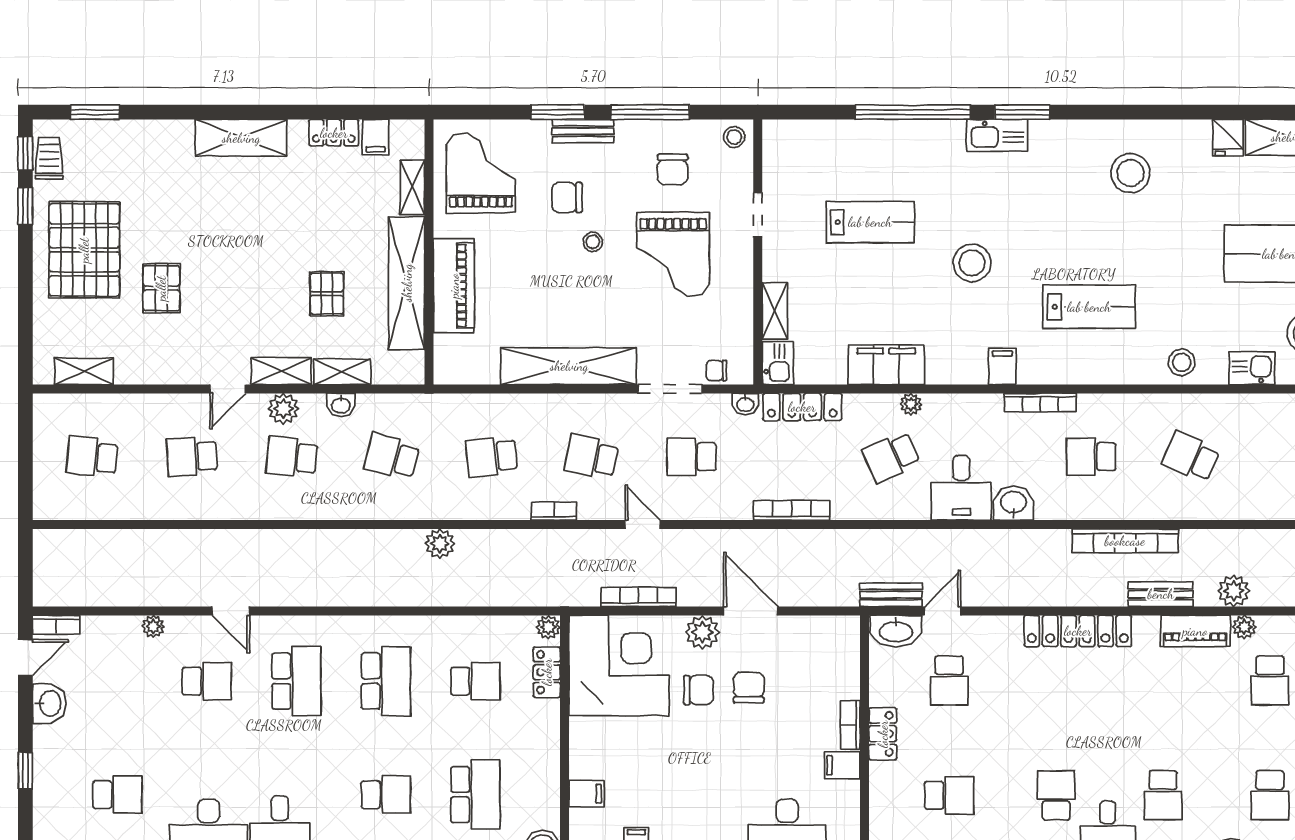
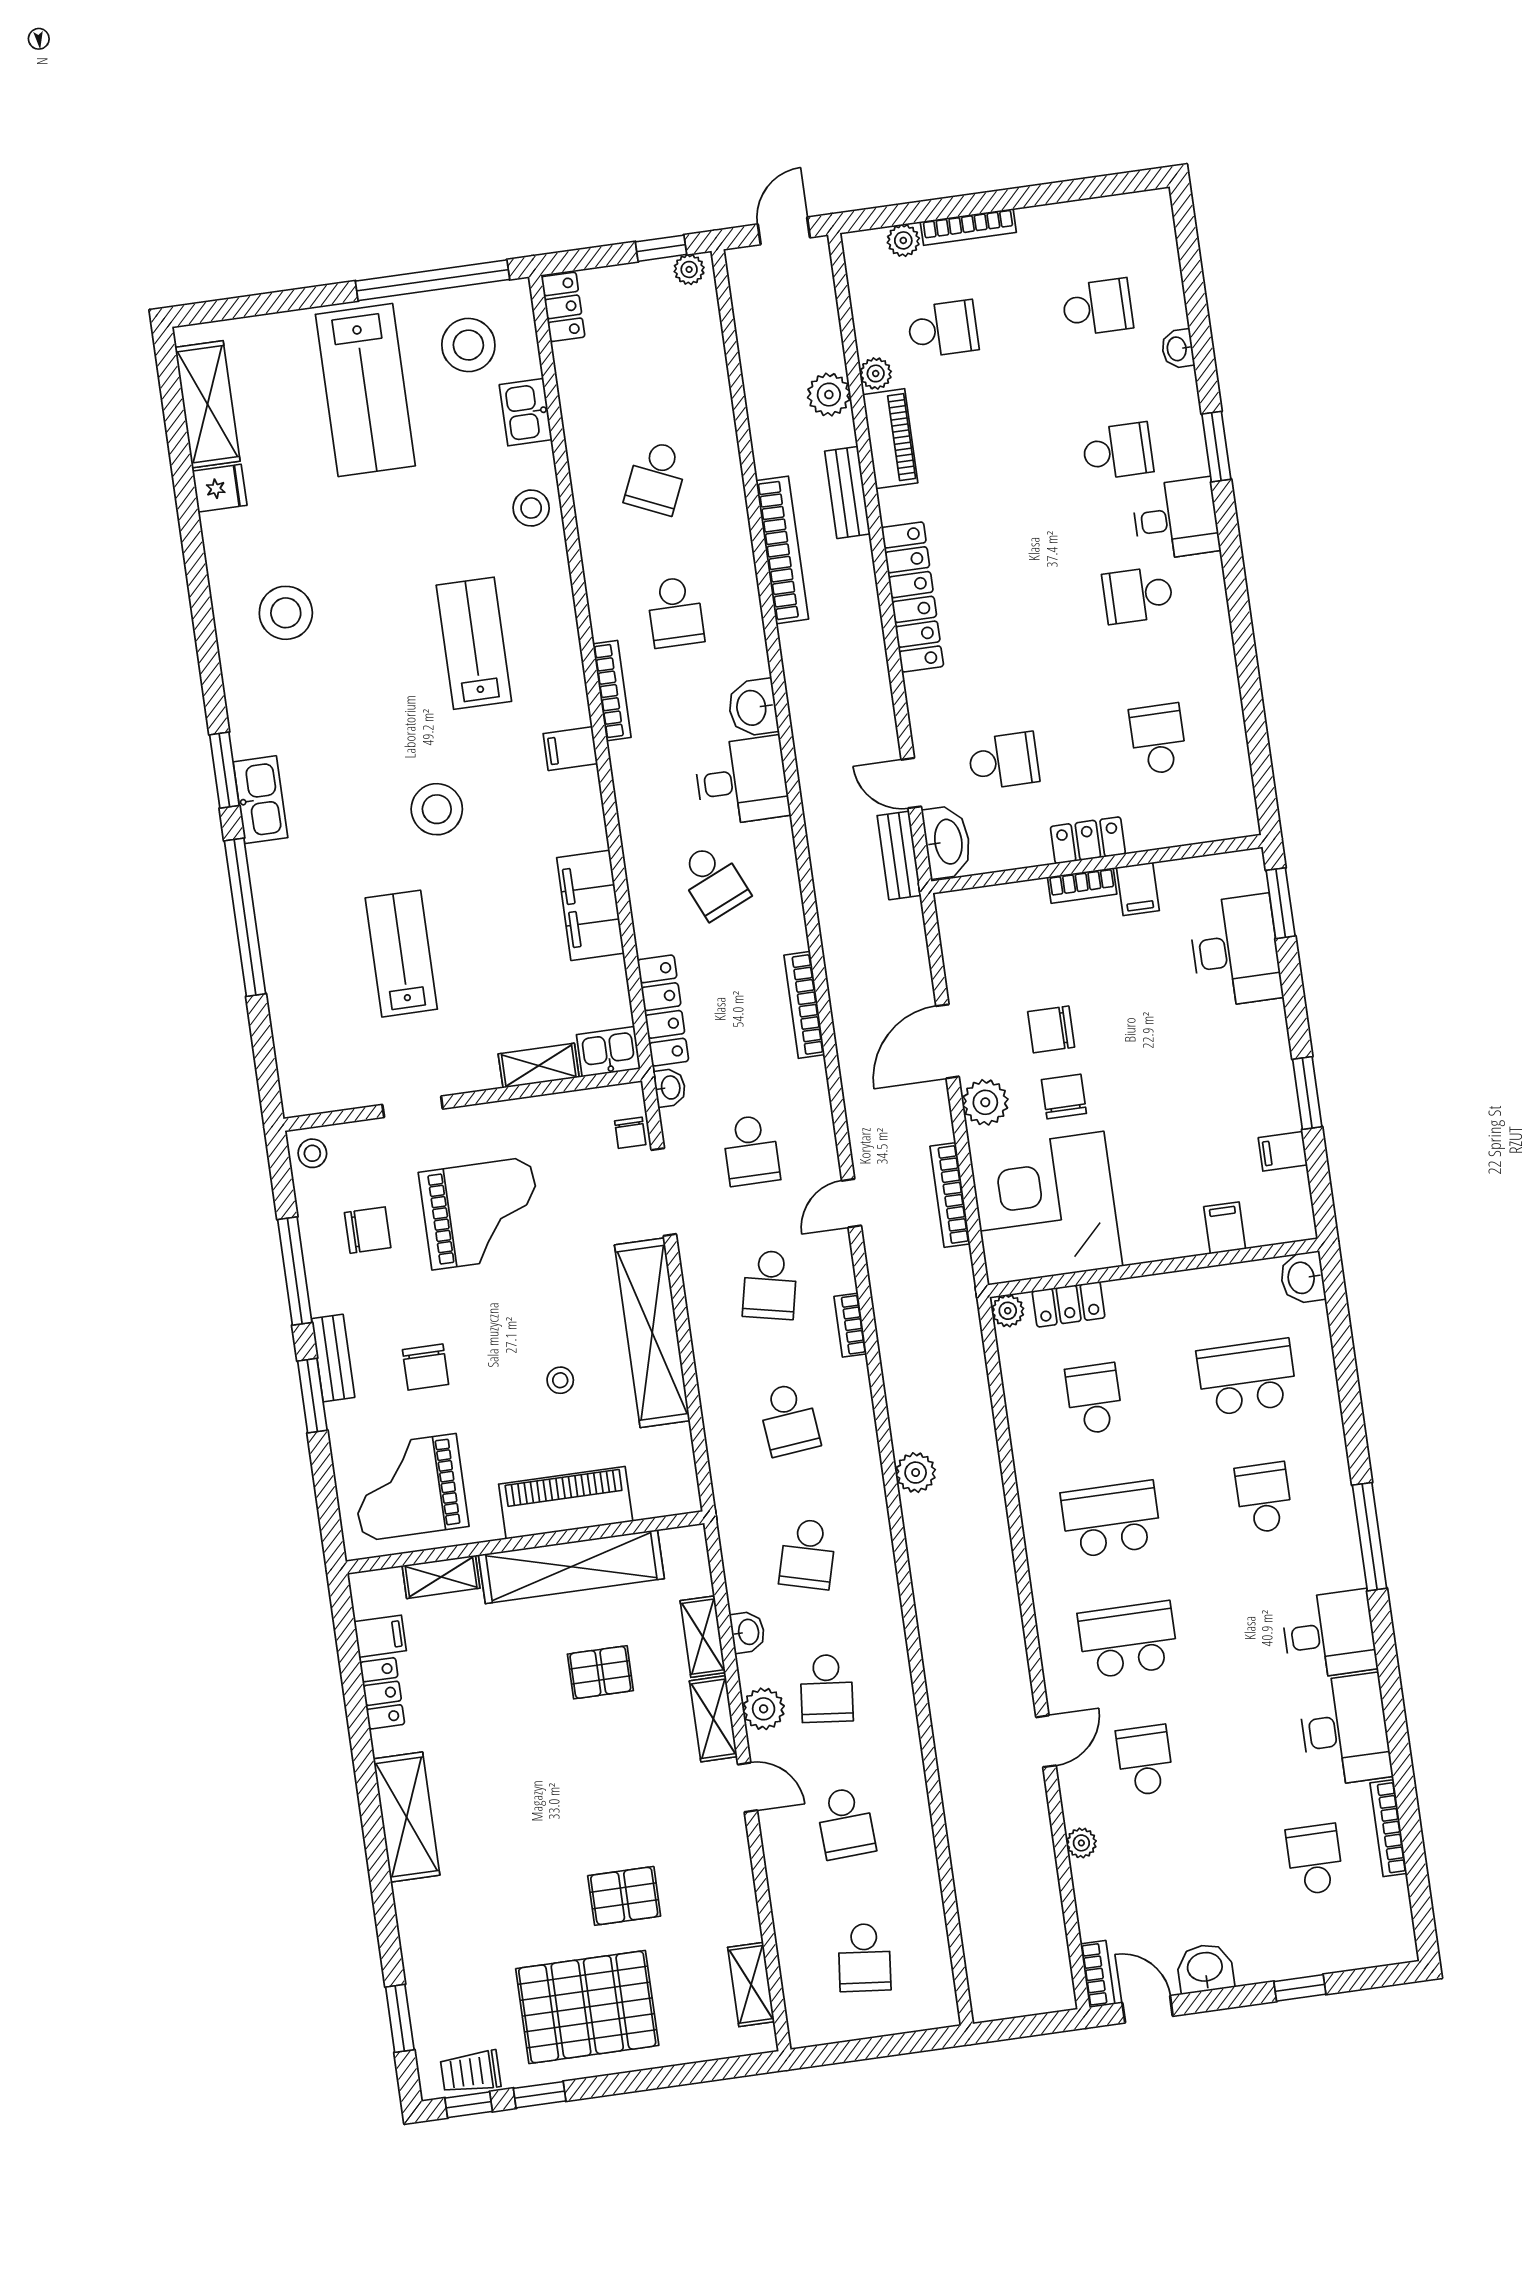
stool: (593, 242) -> (560, 1380), moved
plant: (911, 404) -> (639, 865), removed

